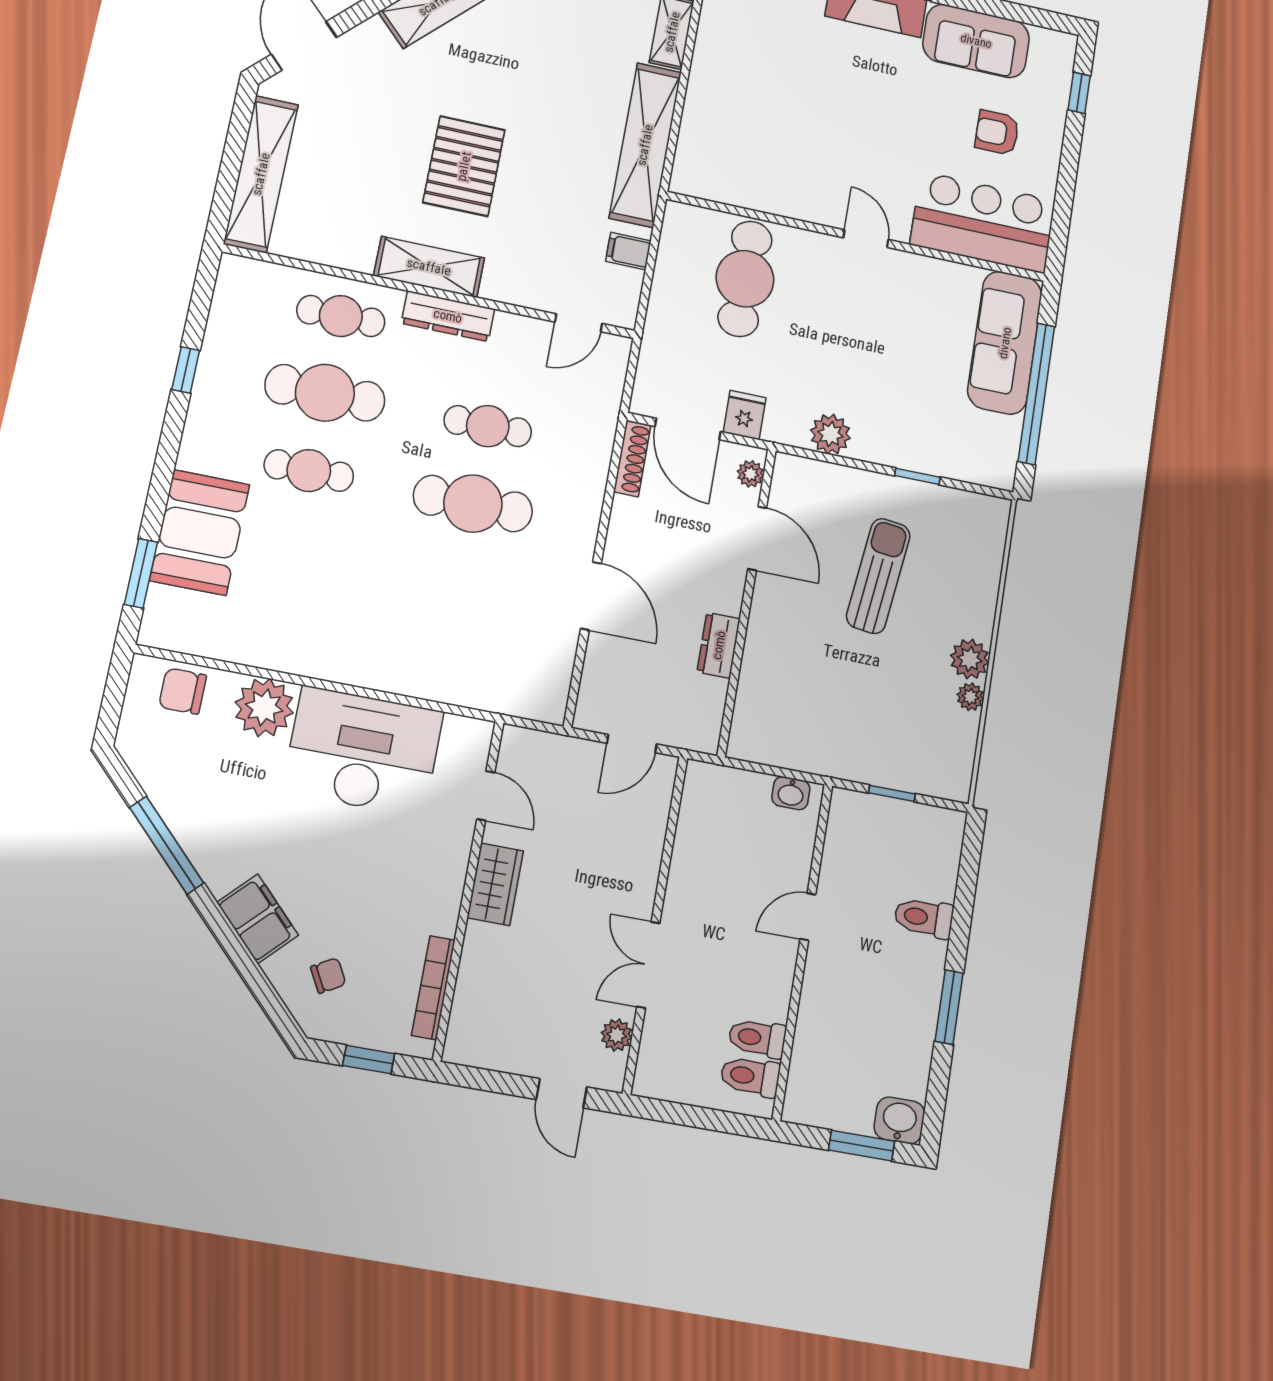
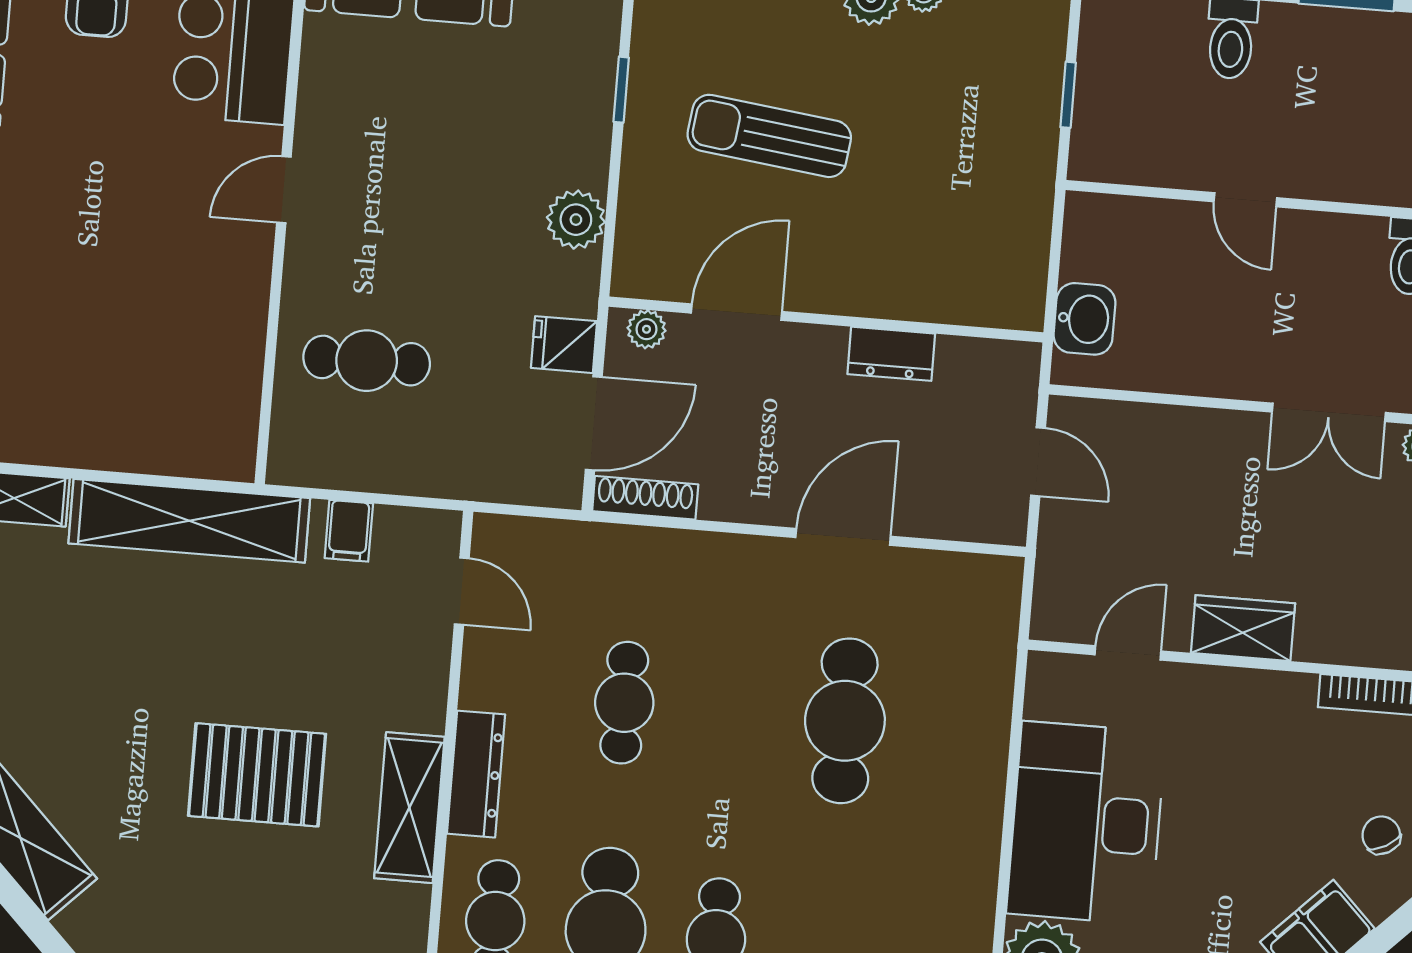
cafe table: (745, 279) -> (367, 361), width x0.73, depth x0.74
cafe table: (473, 504) -> (845, 721), moved
washbasin: (791, 793) -> (1084, 319), moved, width x1.38, depth x1.45

